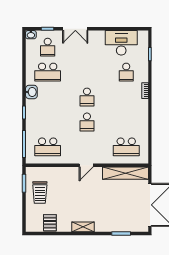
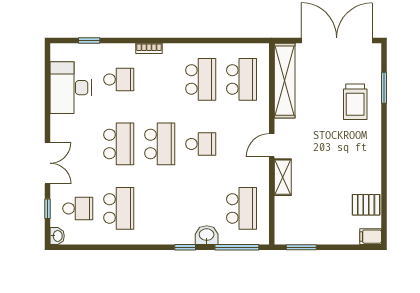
school desk: (87, 72) -> (119, 144), added
washbasin: (31, 92) -> (207, 235), moved
school desk: (87, 97) -> (160, 144), width x1.85
school desk: (126, 122) -> (201, 79), added
door: (86, 165) -> (272, 145), swing flipped
trolley: (40, 193) -> (355, 102), moved, turned 90
filing cabinet: (31, 225) -> (371, 237), added
shelving: (83, 227) -> (283, 177), moved

